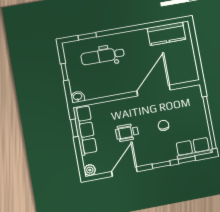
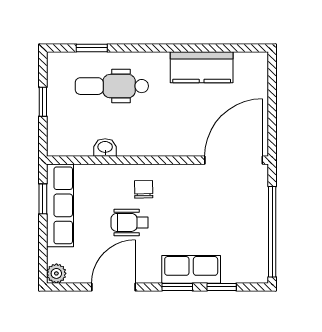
kitchen counter: (166, 34) -> (202, 67), moved
door: (154, 91) -> (234, 160), moved
washbasin: (78, 97) -> (105, 147), moved
chair: (163, 125) -> (144, 189), moved
row of seats: (193, 148) -> (191, 269), moved

